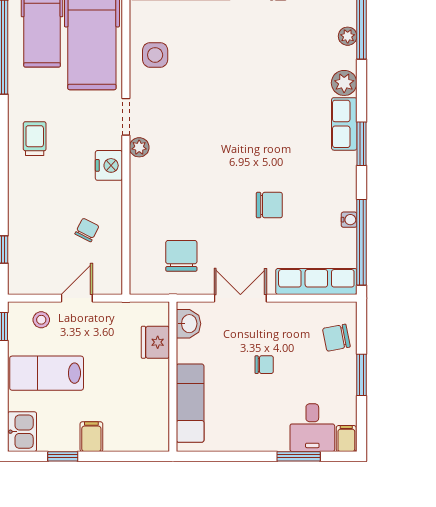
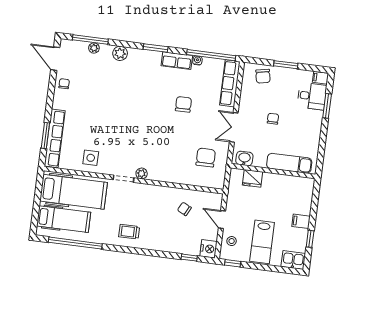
row of seats: (344, 124) -> (177, 61), moved
nightstand: (109, 165) -> (208, 249), moved, turned 90
chair: (181, 256) -> (206, 158), turned 90

